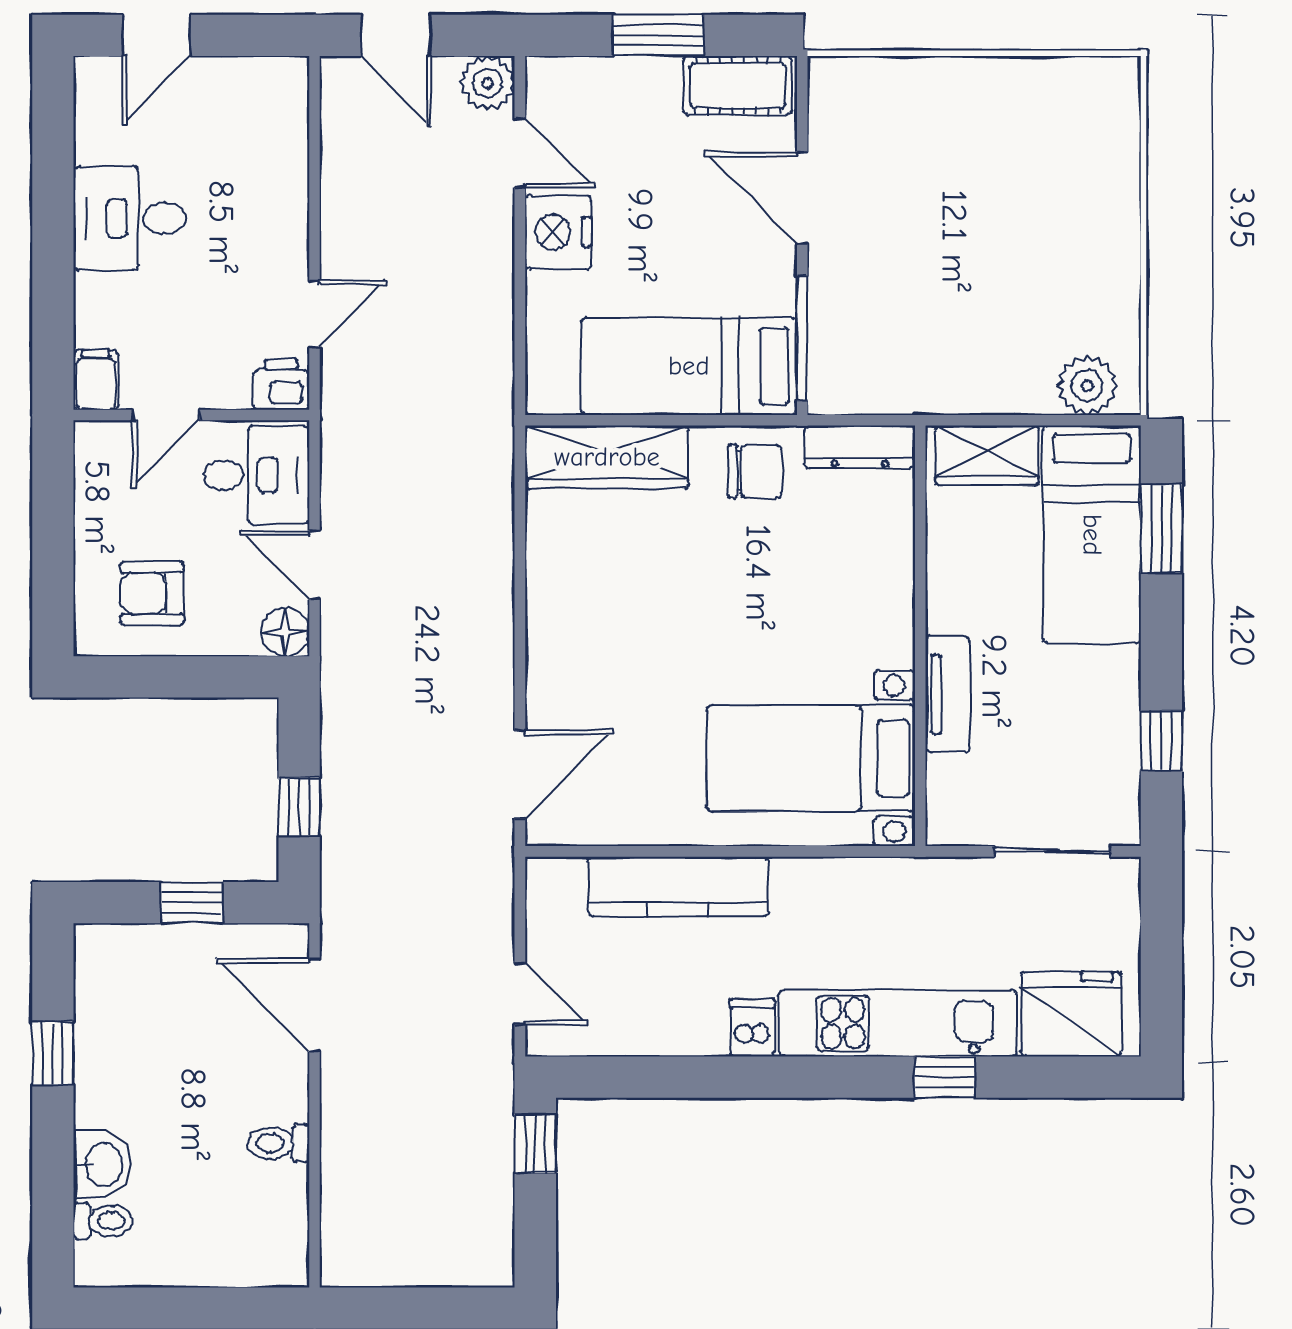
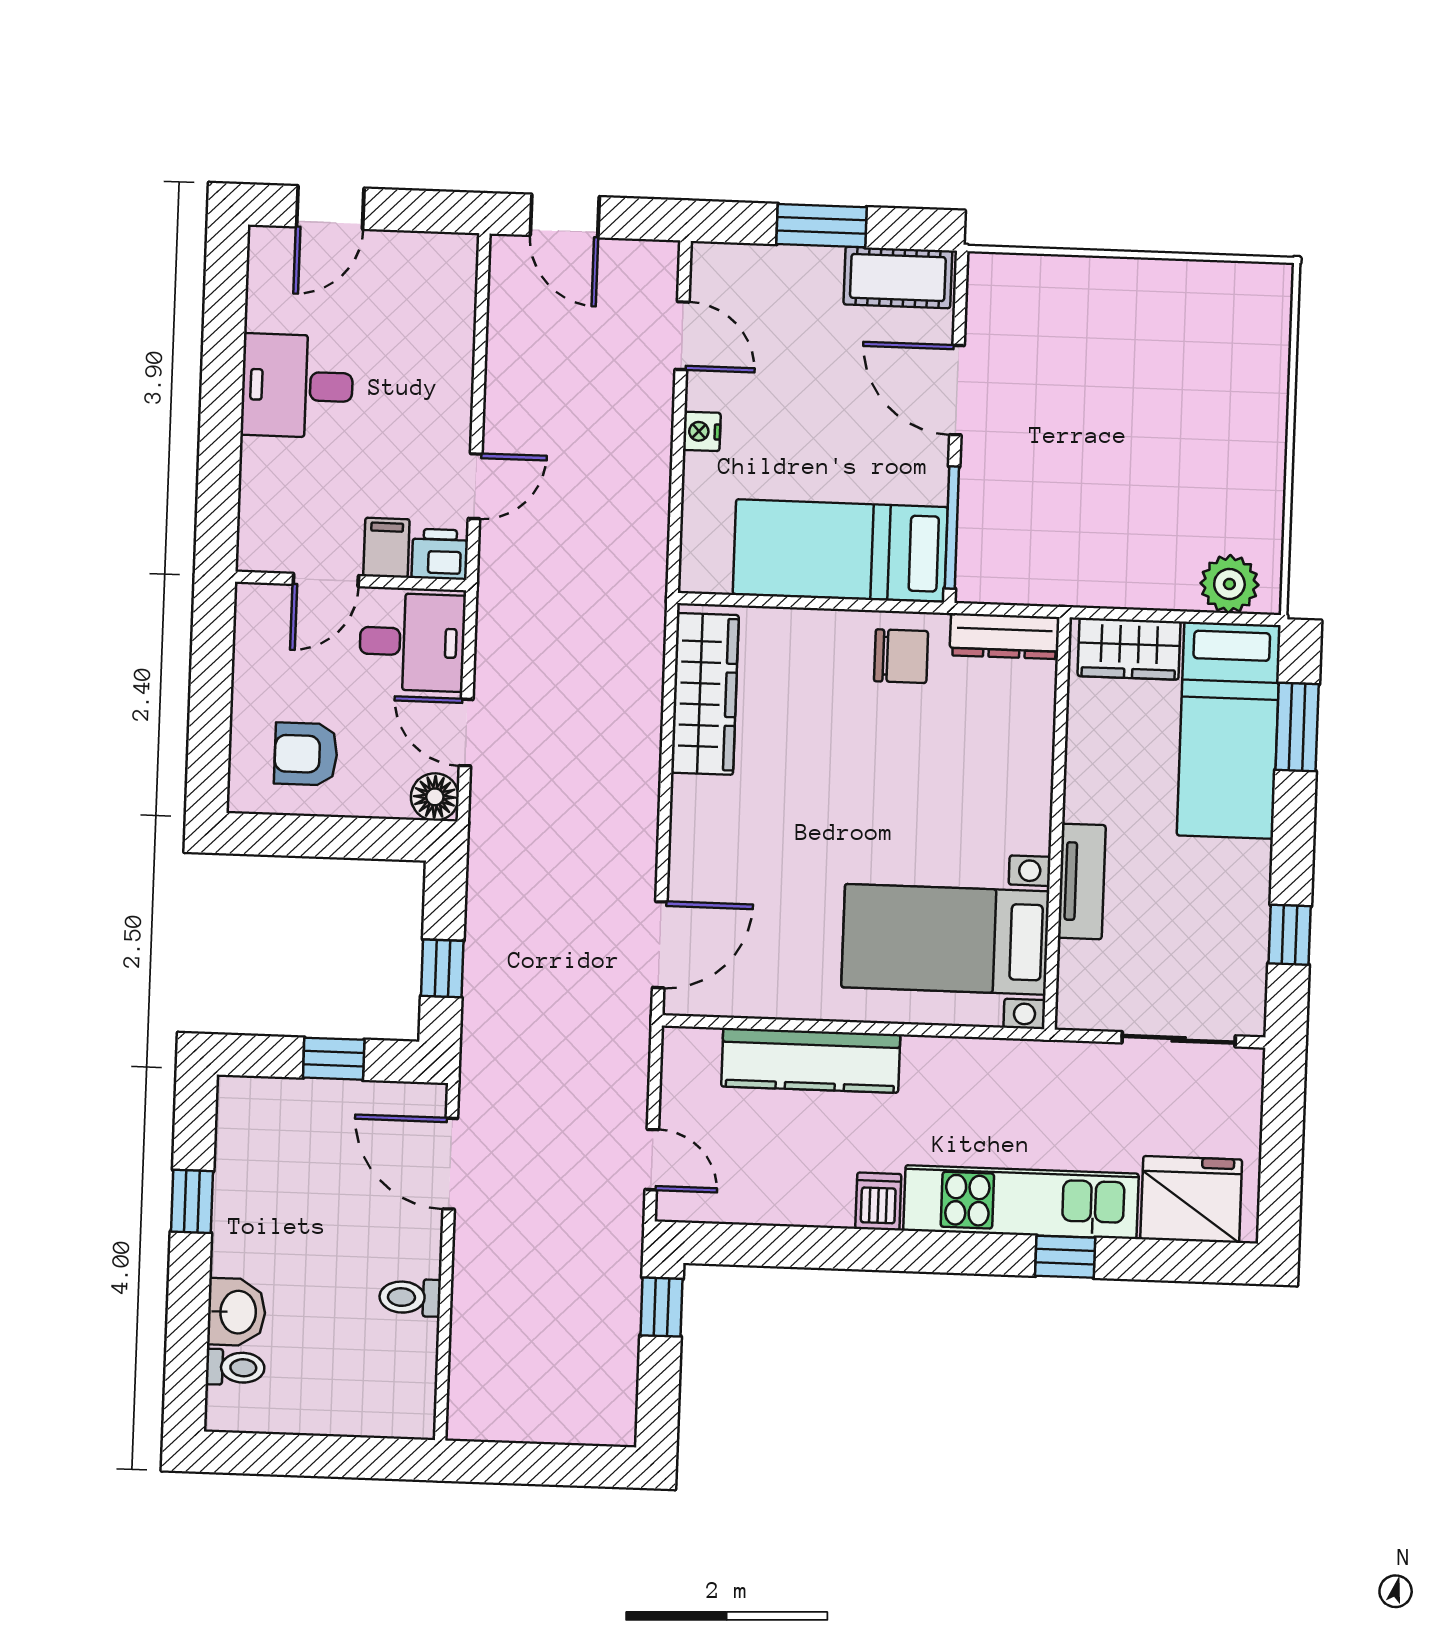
plant: (487, 83) -> (653, 266), removed
nightstand: (558, 232) -> (702, 431), width x0.53, depth x0.56
filing cabinet: (96, 380) -> (386, 548), moved
wardrobe: (607, 457) -> (705, 694), moved, turned -90

